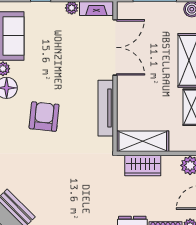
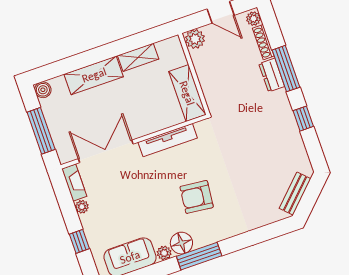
wardrobe: (143, 165) -> (211, 85), removed

